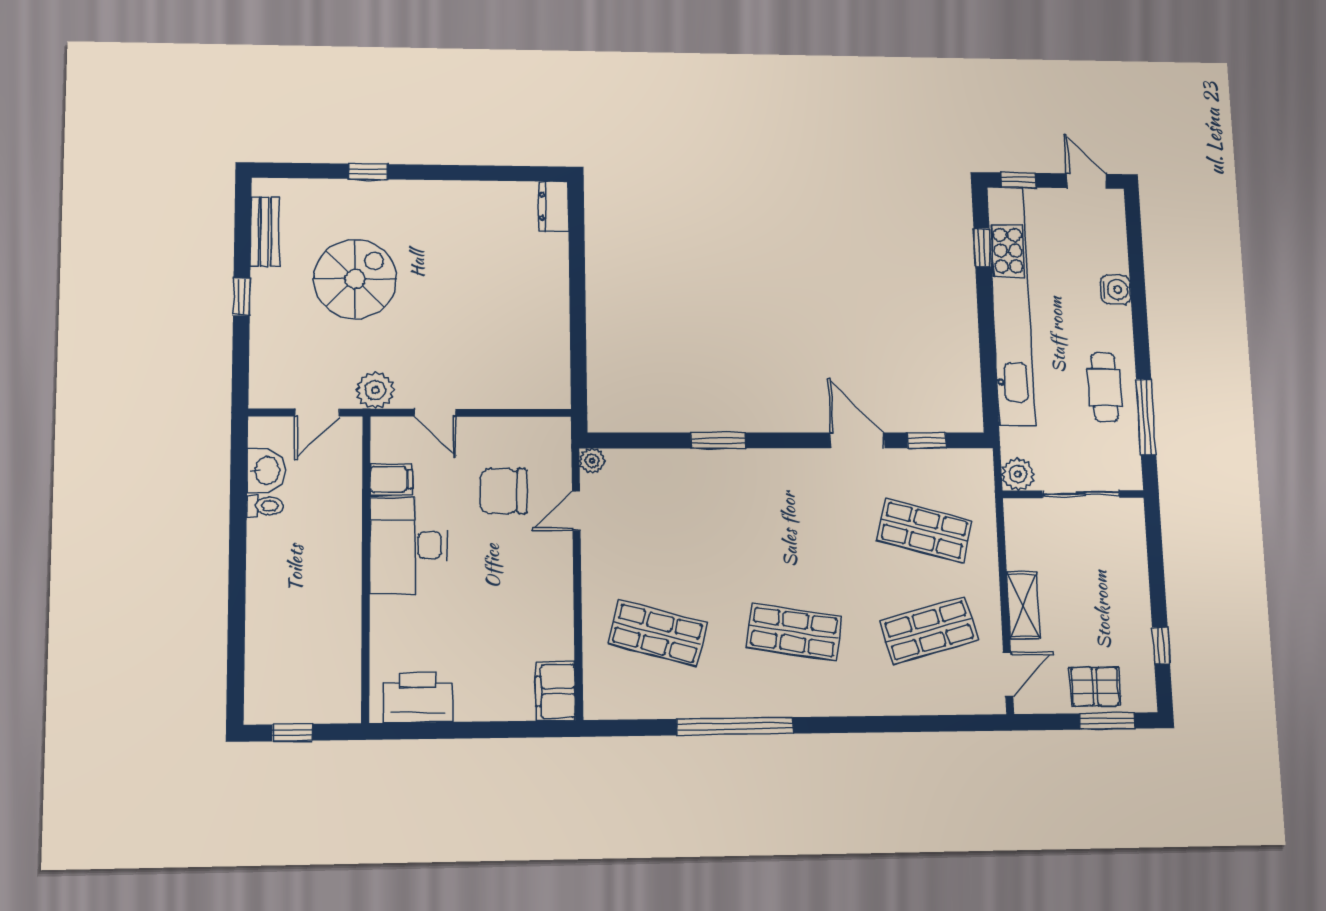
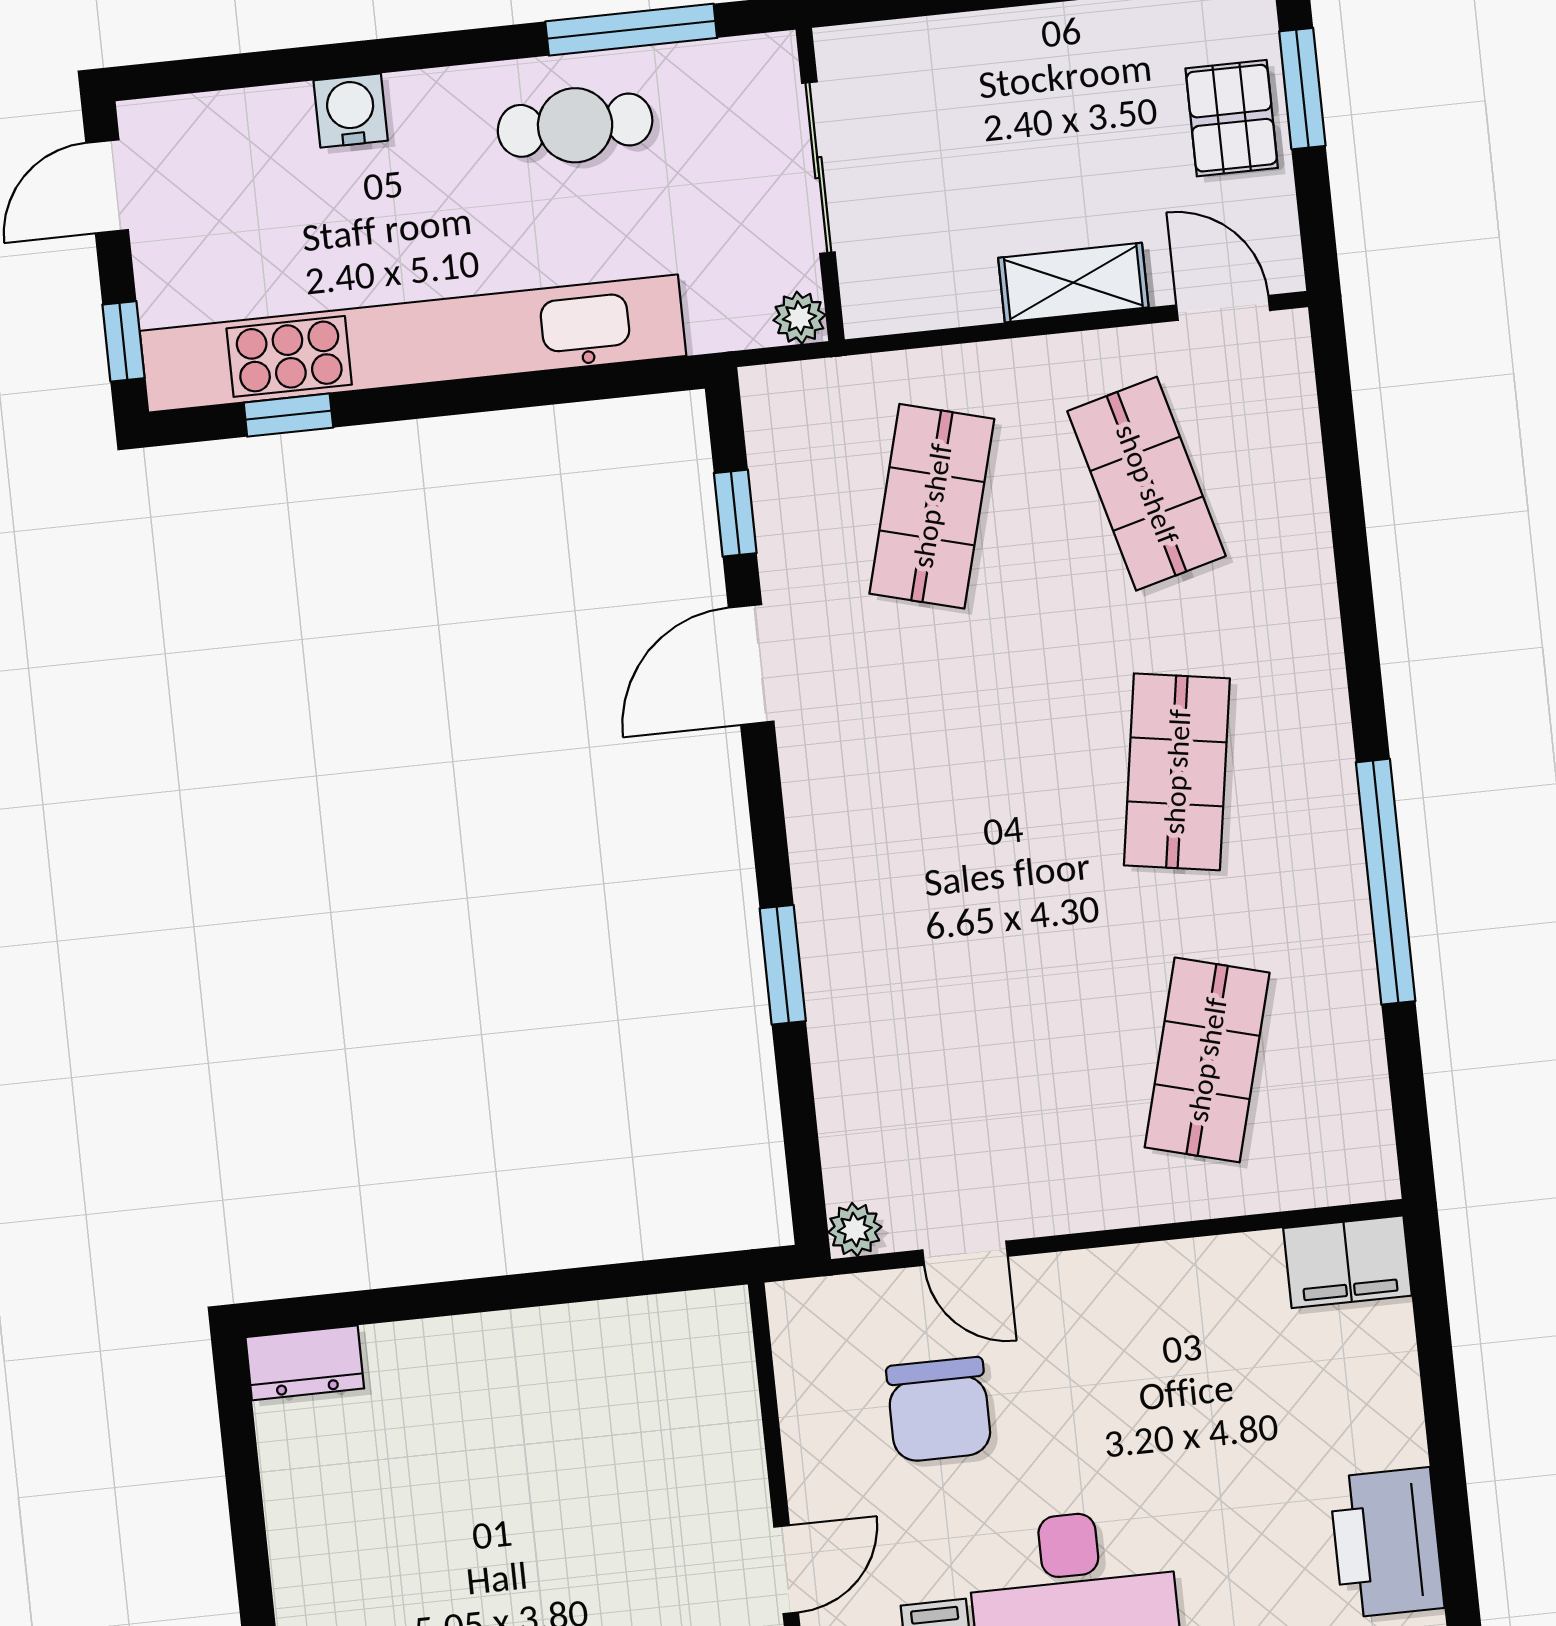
plant: (1018, 474) -> (799, 318), width x0.73, depth x0.73

